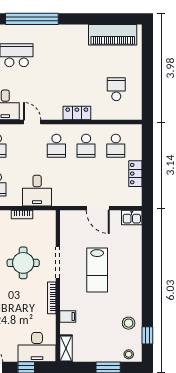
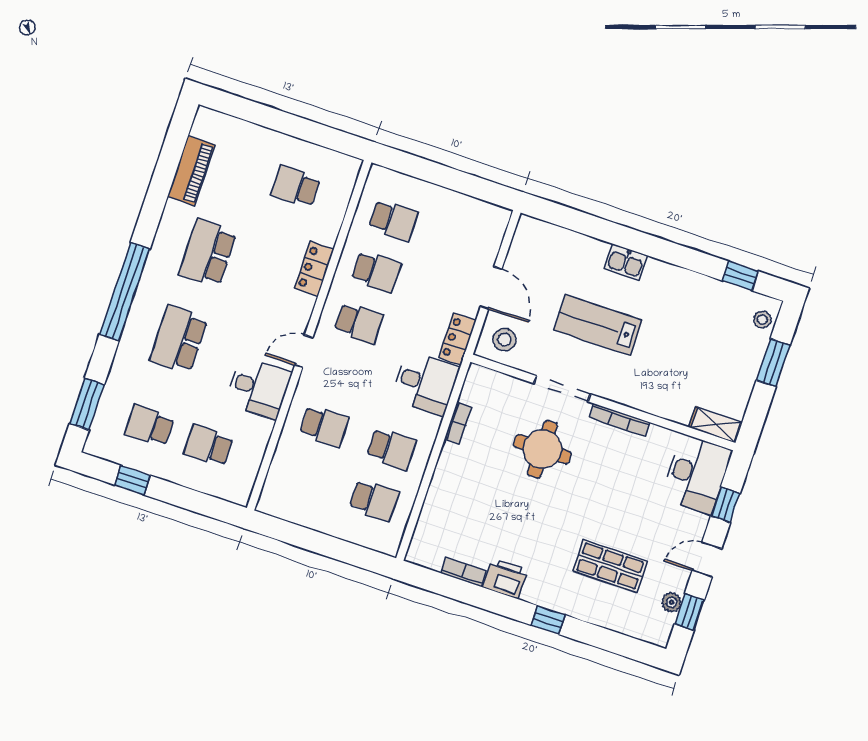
piano: (113, 35) -> (191, 171), width x0.73, depth x0.75
school desk: (66, 55) -> (208, 253), added
locker: (135, 174) -> (457, 339), moved, turned 90
door: (98, 208) -> (491, 288), hinge flipped
kitchen sink: (132, 218) -> (626, 262), moved, turned 90
lab bench: (97, 270) -> (598, 325), turned 180
filing cabinet: (68, 316) -> (661, 403), removed
stool: (129, 323) -> (504, 340), moved

